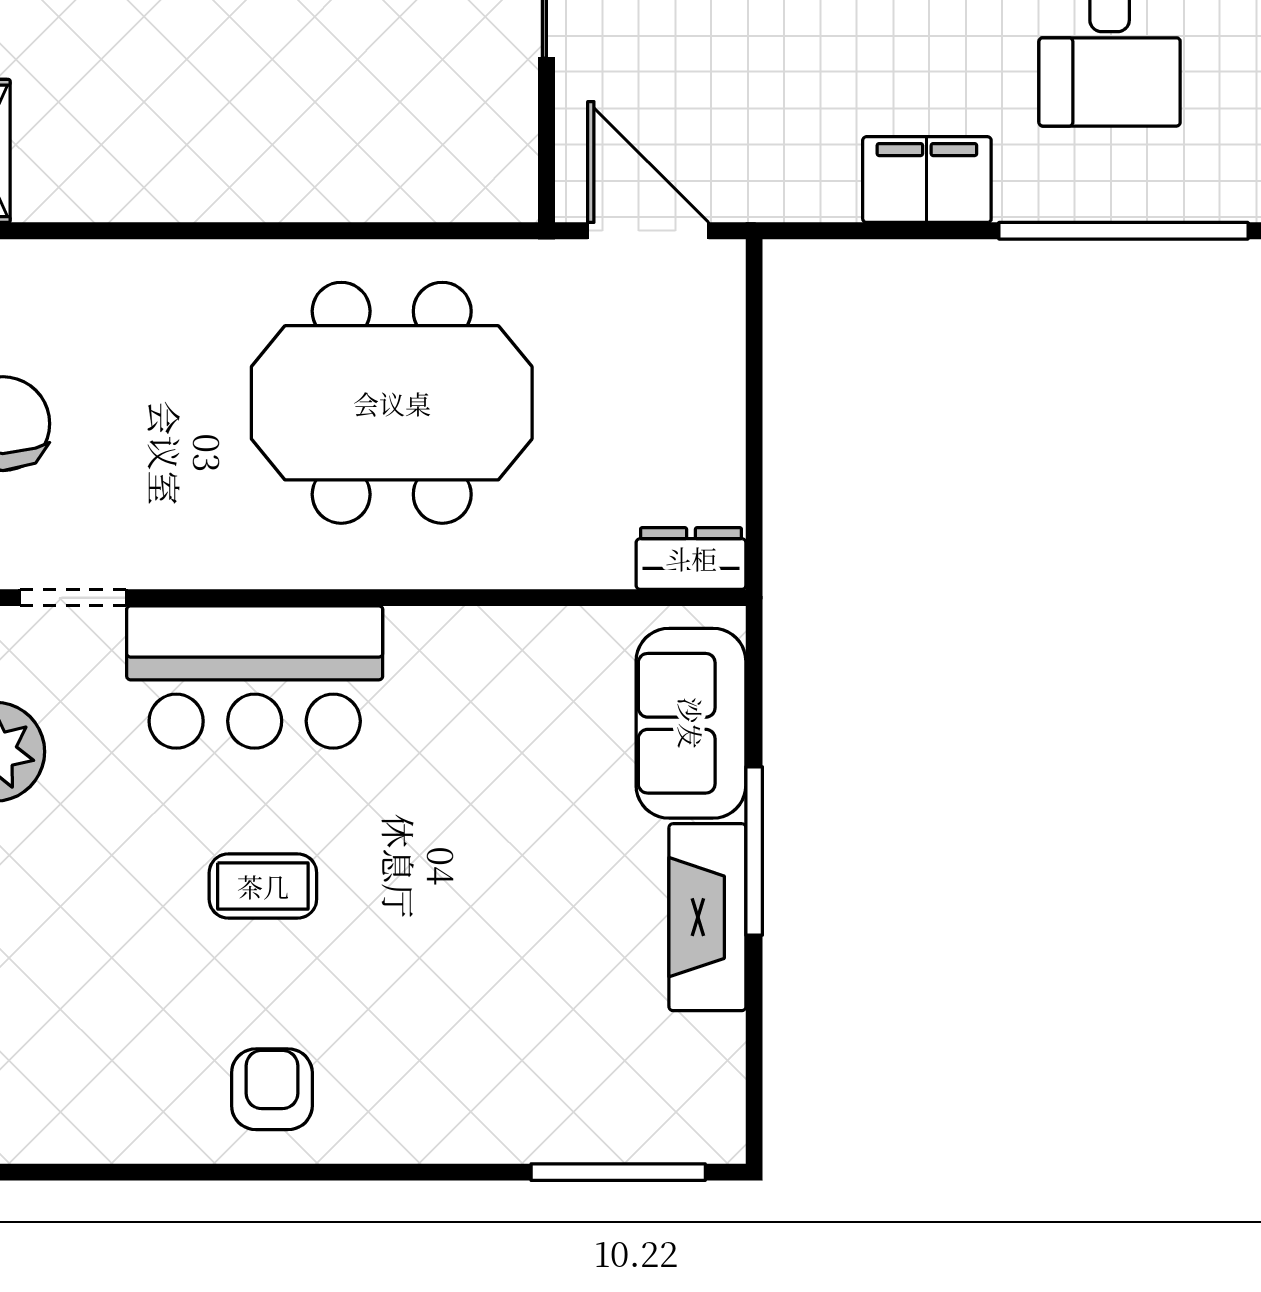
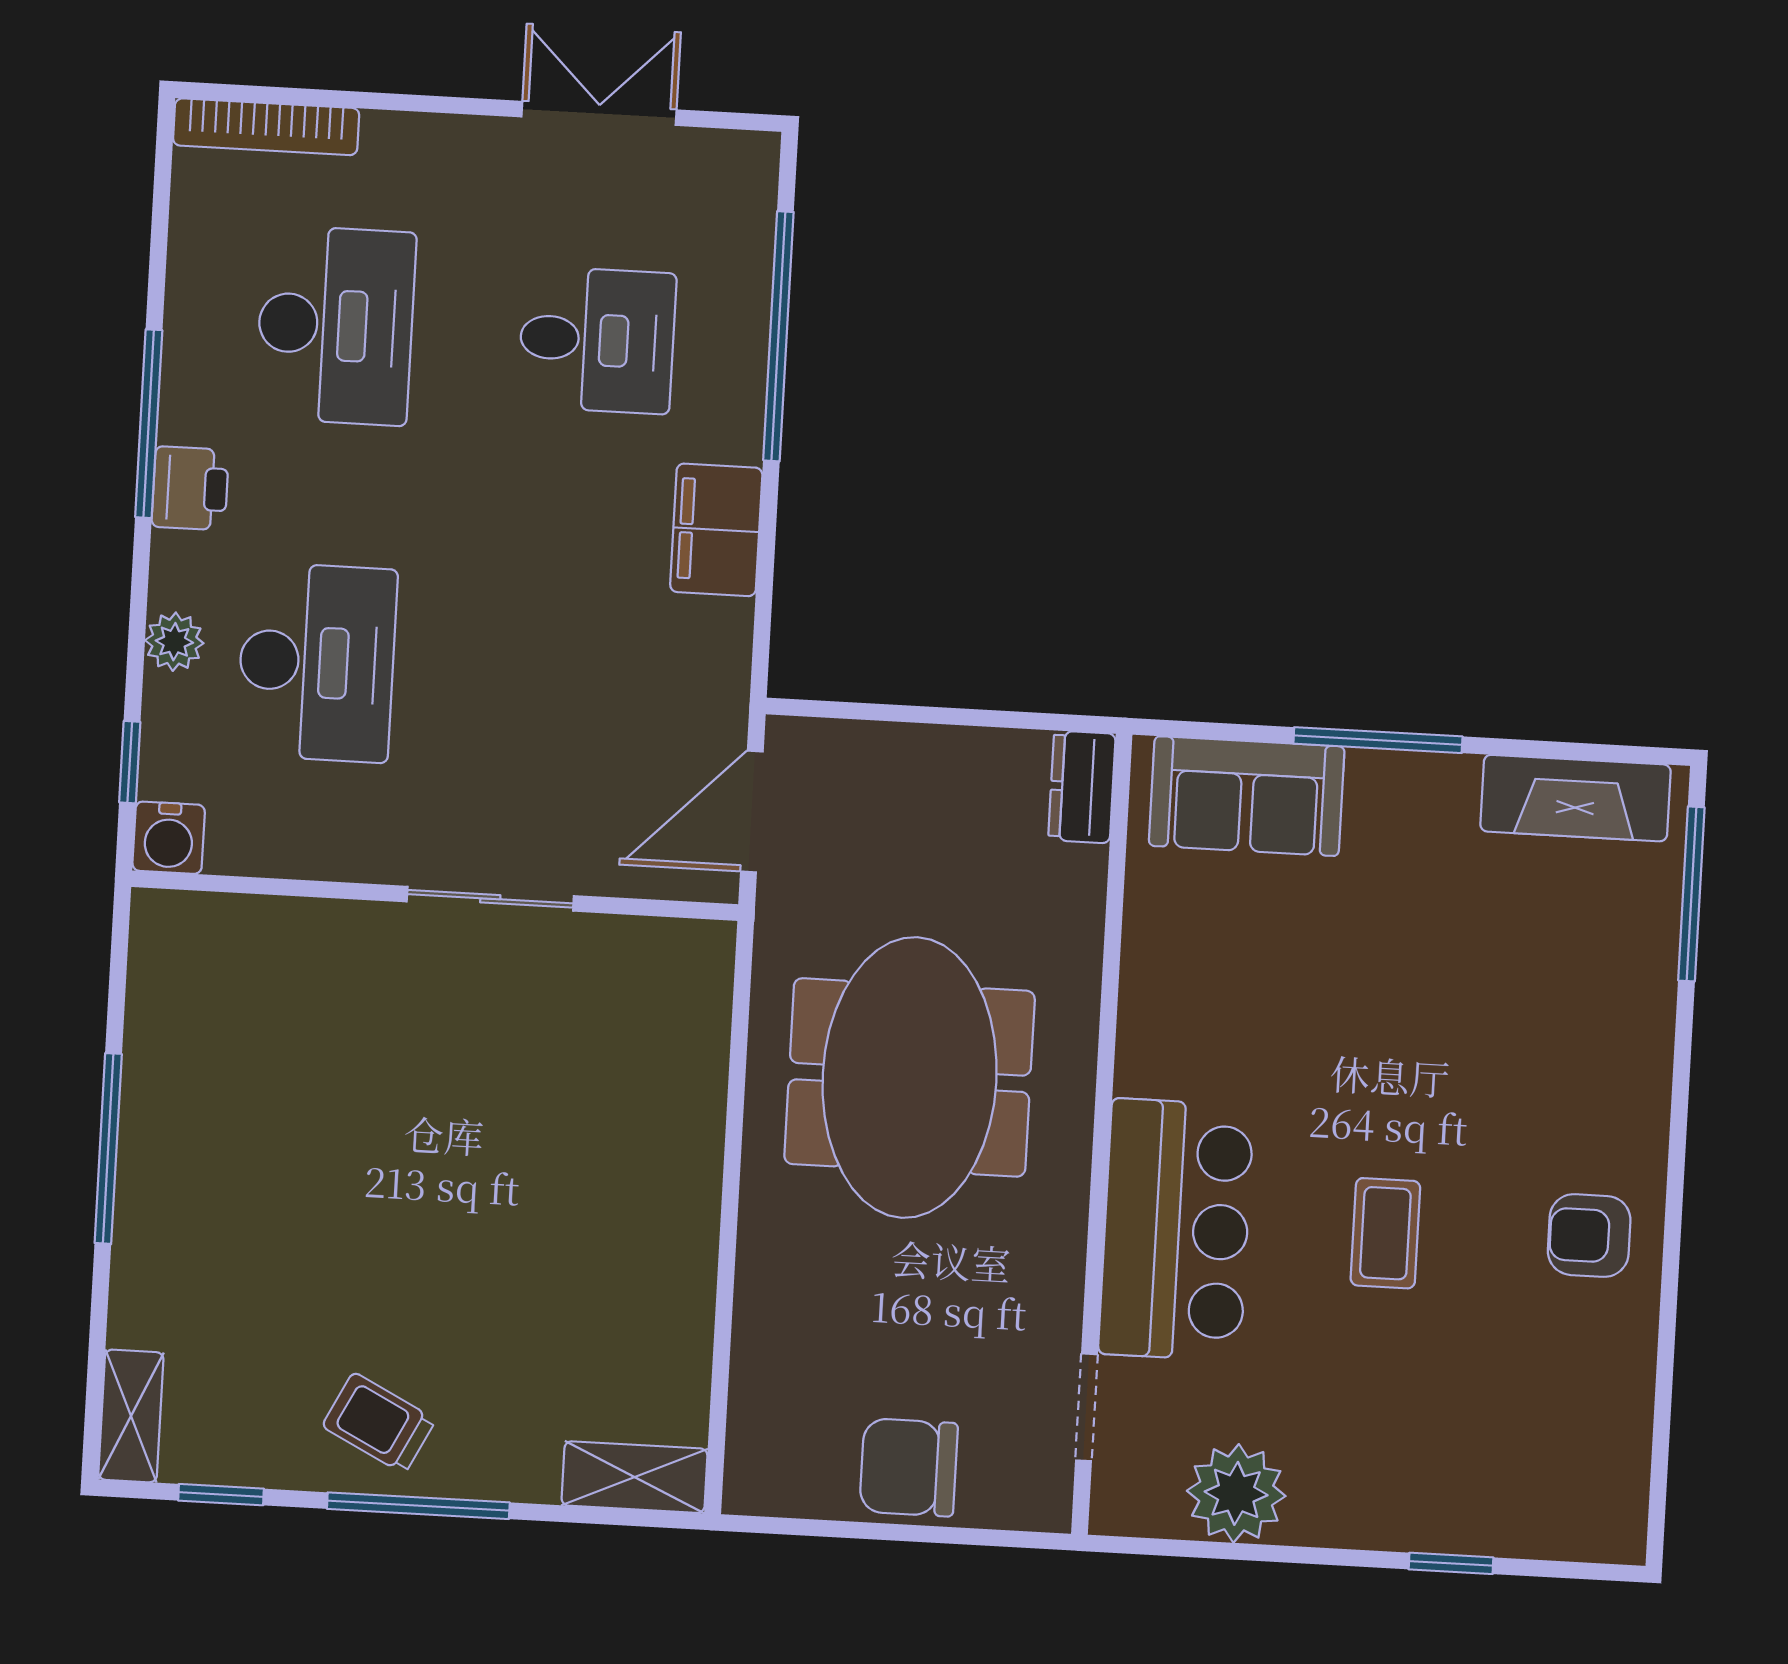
fireplace: (707, 917) -> (1575, 798), moved

